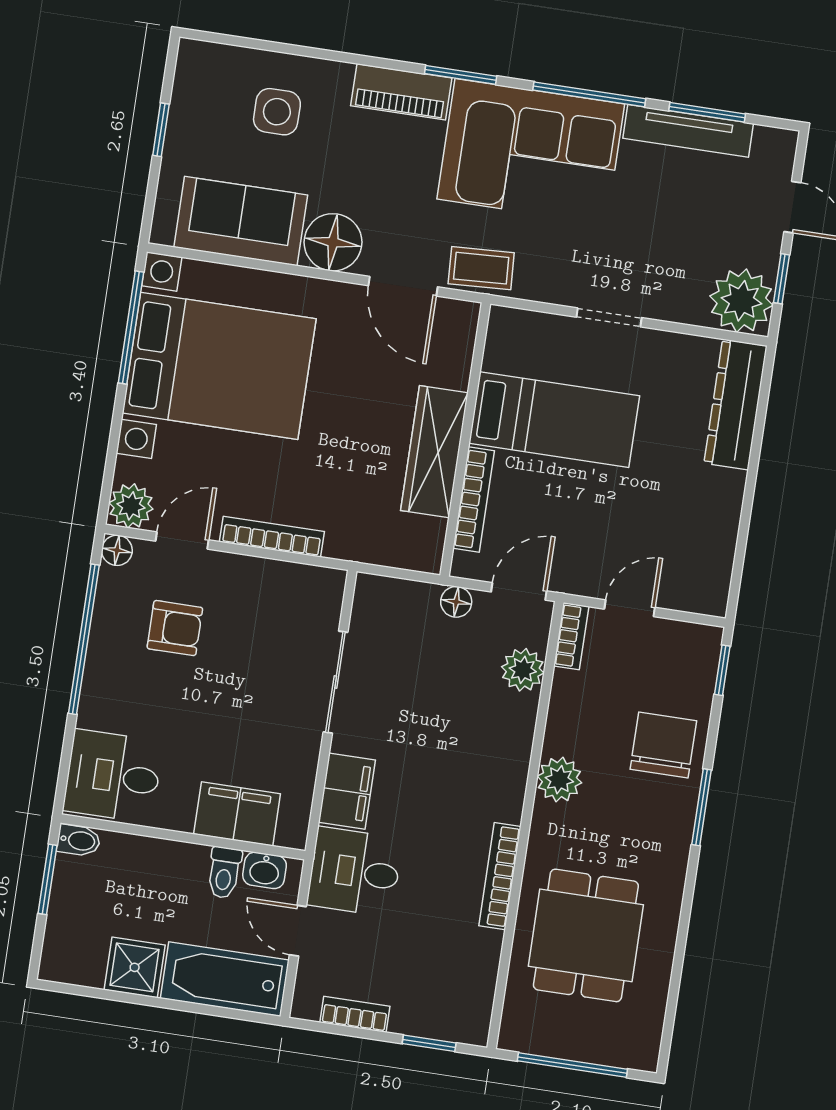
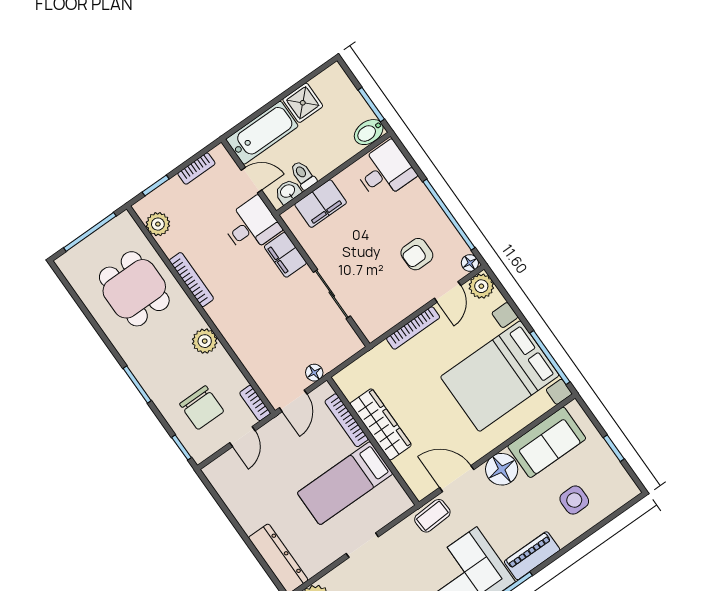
plant: (523, 670) -> (158, 224), moved
chair: (663, 745) -> (202, 408), moved
bidet: (79, 840) -> (369, 132), width x1.38, depth x1.36

